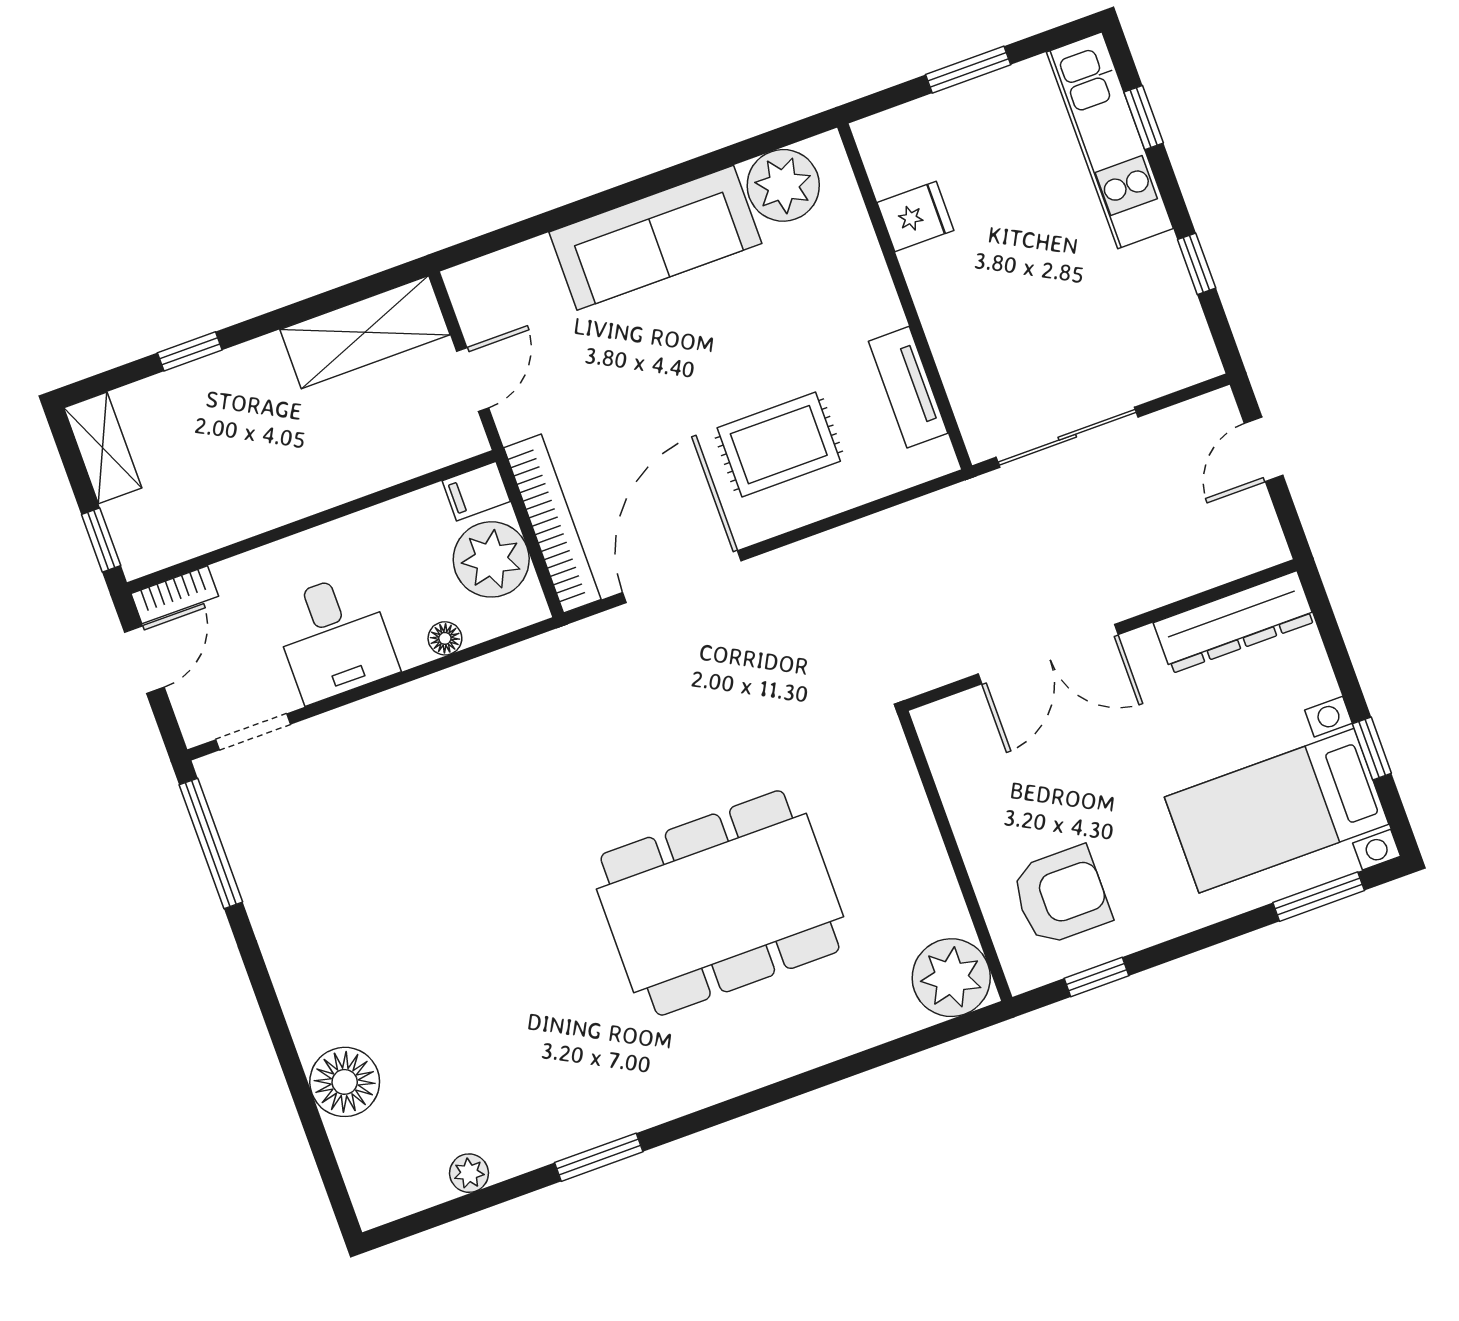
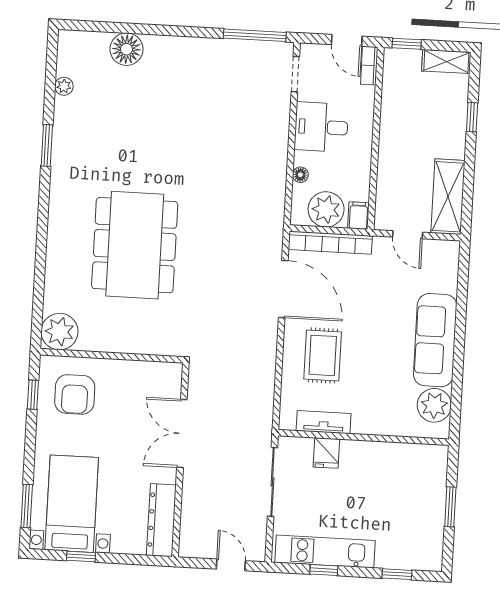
kitchen unit: (1110, 140) -> (325, 552), moved
fridge: (915, 216) -> (326, 453), moved

